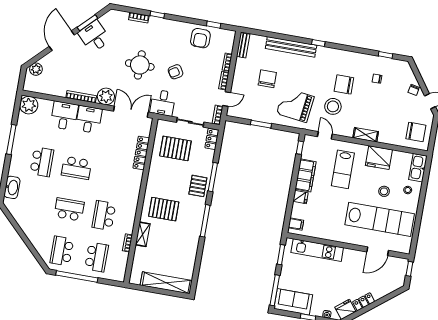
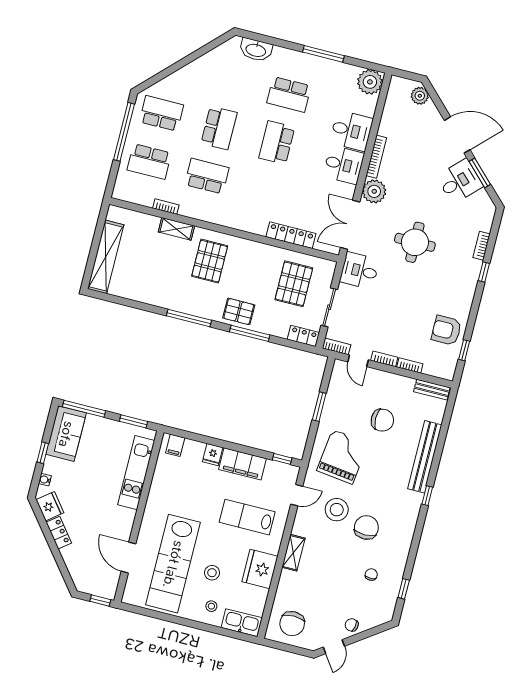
armchair: (176, 72) -> (402, 292), removed
double door: (131, 112) -> (350, 225), swing flipped

